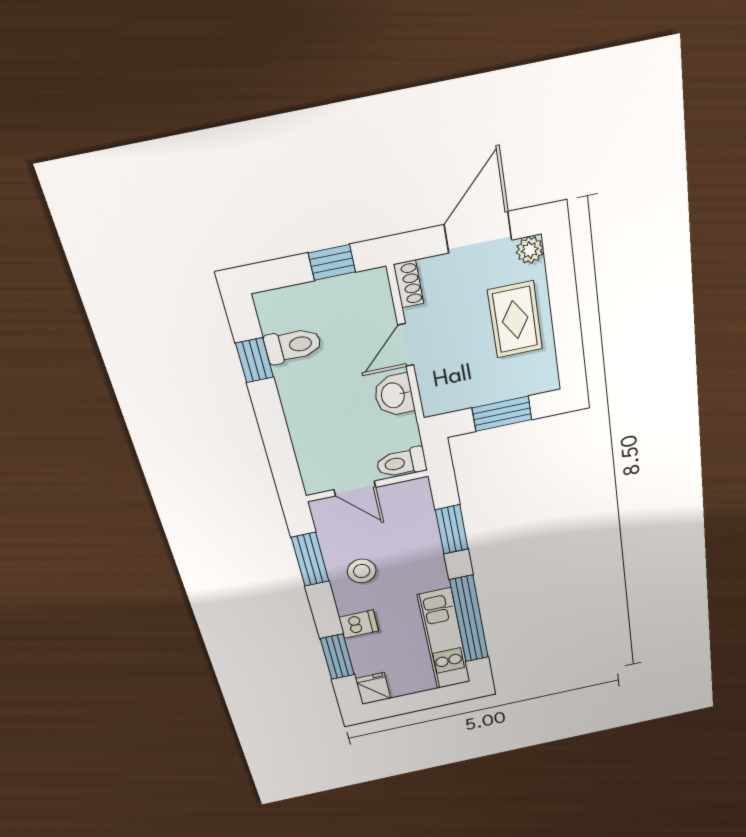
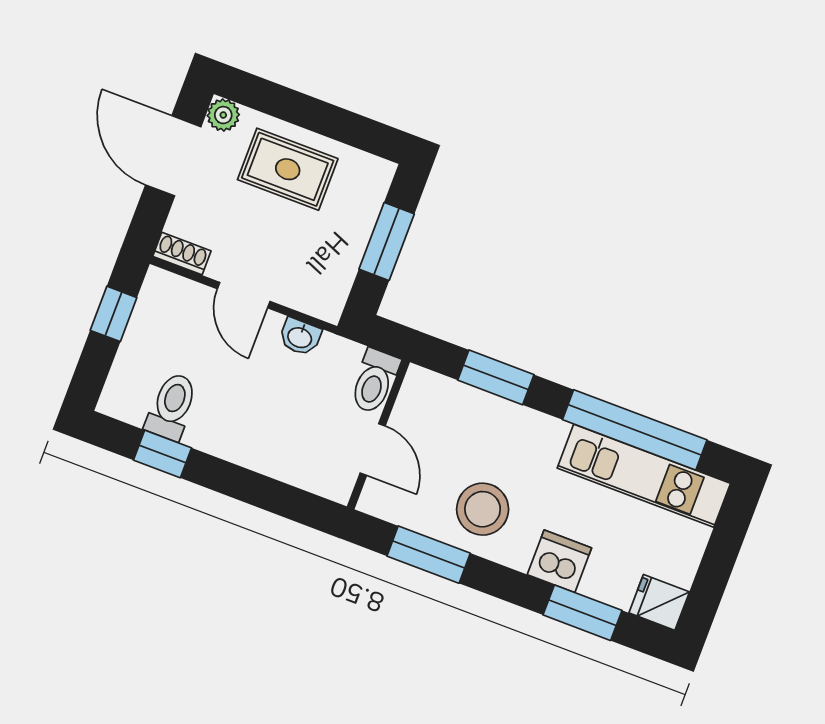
washbasin: (394, 395) -> (300, 337), width x0.72, depth x0.69
door: (355, 488) -> (373, 449), hinge flipped
stool: (362, 571) -> (483, 509), width x1.38, depth x1.38
dishwasher: (359, 624) -> (559, 561), width x1.38

